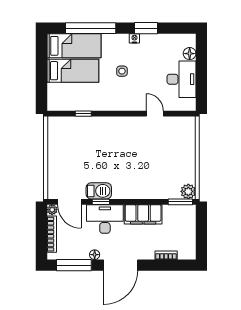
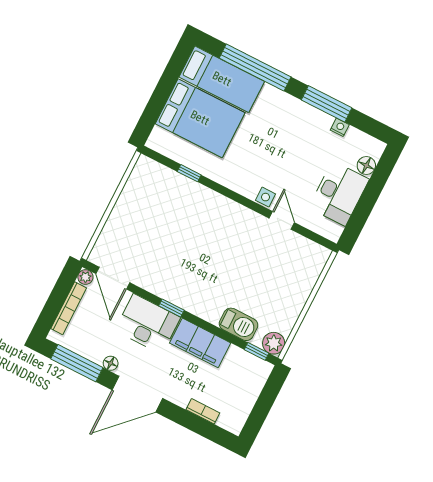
window: (146, 28) -> (327, 104), width x1.44
nightstand: (134, 38) -> (340, 127), moved
bed: (73, 71) -> (200, 118), width x1.50
side table: (122, 71) -> (266, 197), moved
barbecue: (99, 191) -> (239, 324), moved
window: (101, 202) -> (171, 308), moved
window: (180, 202) -> (257, 351), width x0.67

